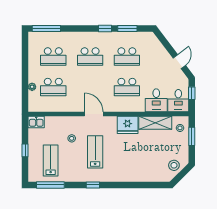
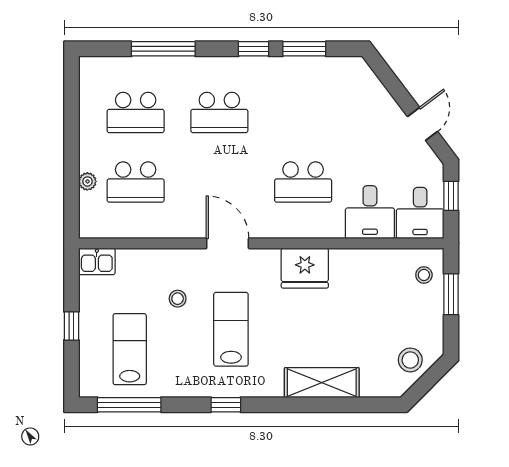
window: (46, 29) -> (163, 49), moved
school desk: (127, 57) -> (303, 113), removed
shelving: (155, 123) -> (322, 383), moved

